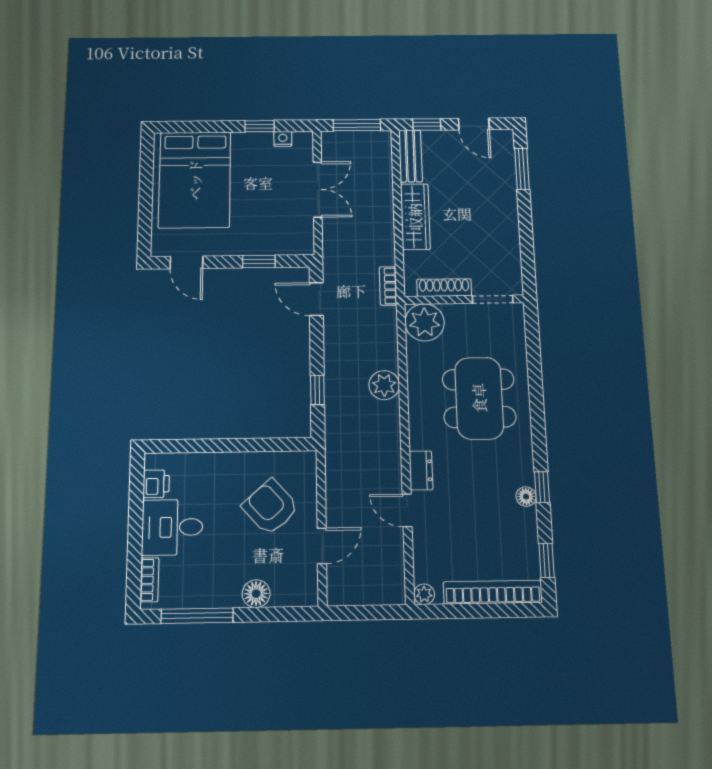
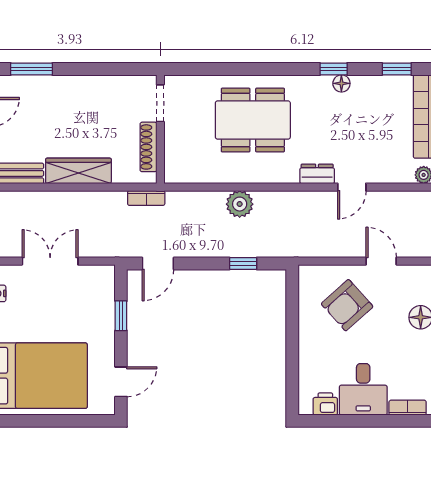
plant: (425, 322) -> (181, 166), removed

